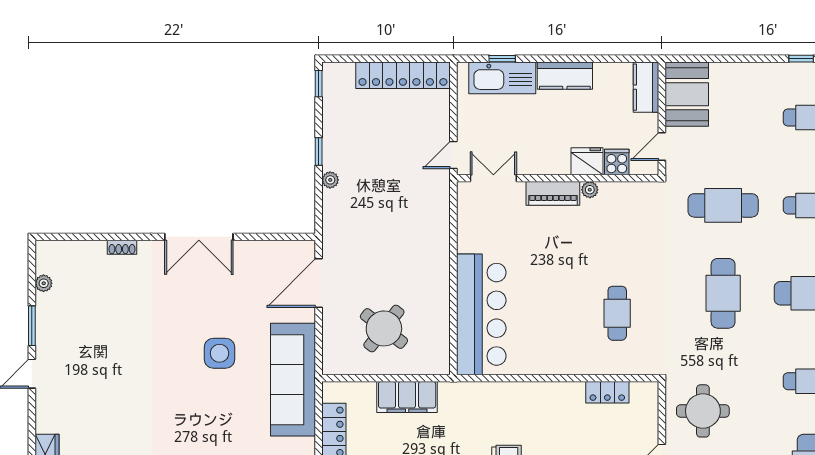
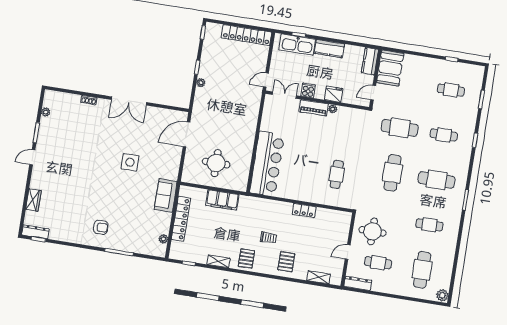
cooker: (617, 162) -> (308, 90), moved
round table: (384, 328) -> (216, 163), turned -38
sofa: (293, 380) -> (166, 195), width x0.54, depth x0.79
locker: (607, 392) -> (304, 211), moved

